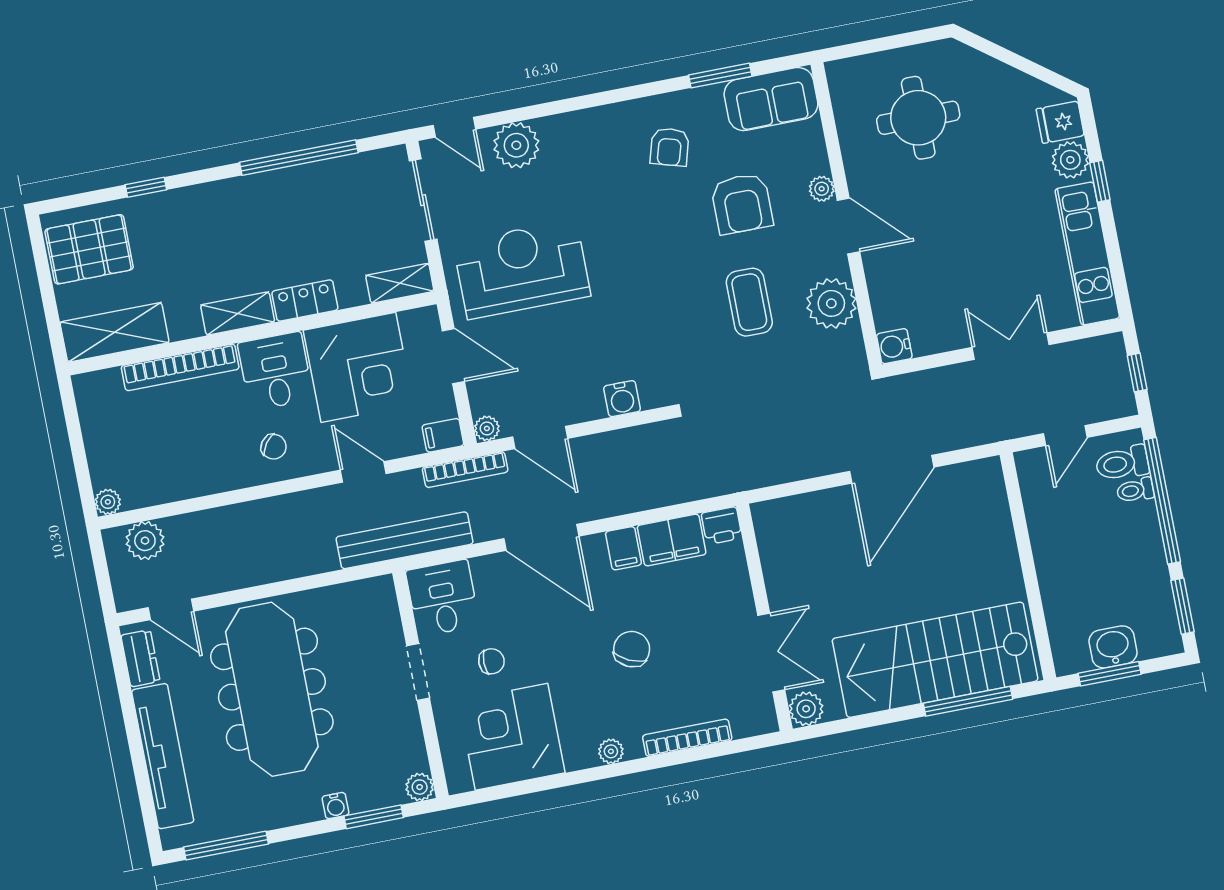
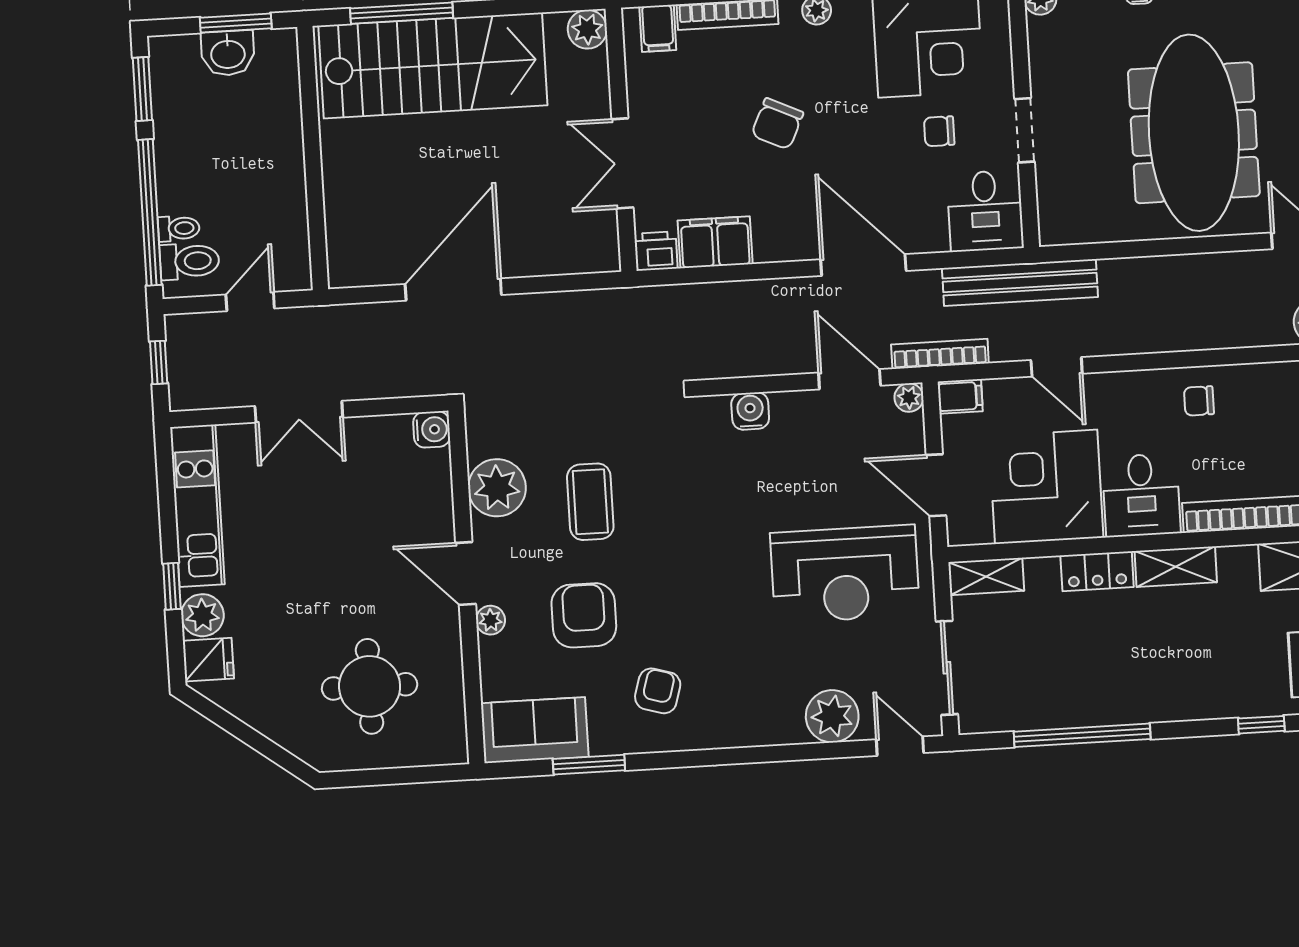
chair: (274, 447) -> (1199, 401), moved, turned -36
filing cabinet: (623, 548) -> (658, 28), moved, turned 180
double door: (771, 653) -> (622, 163), moved

